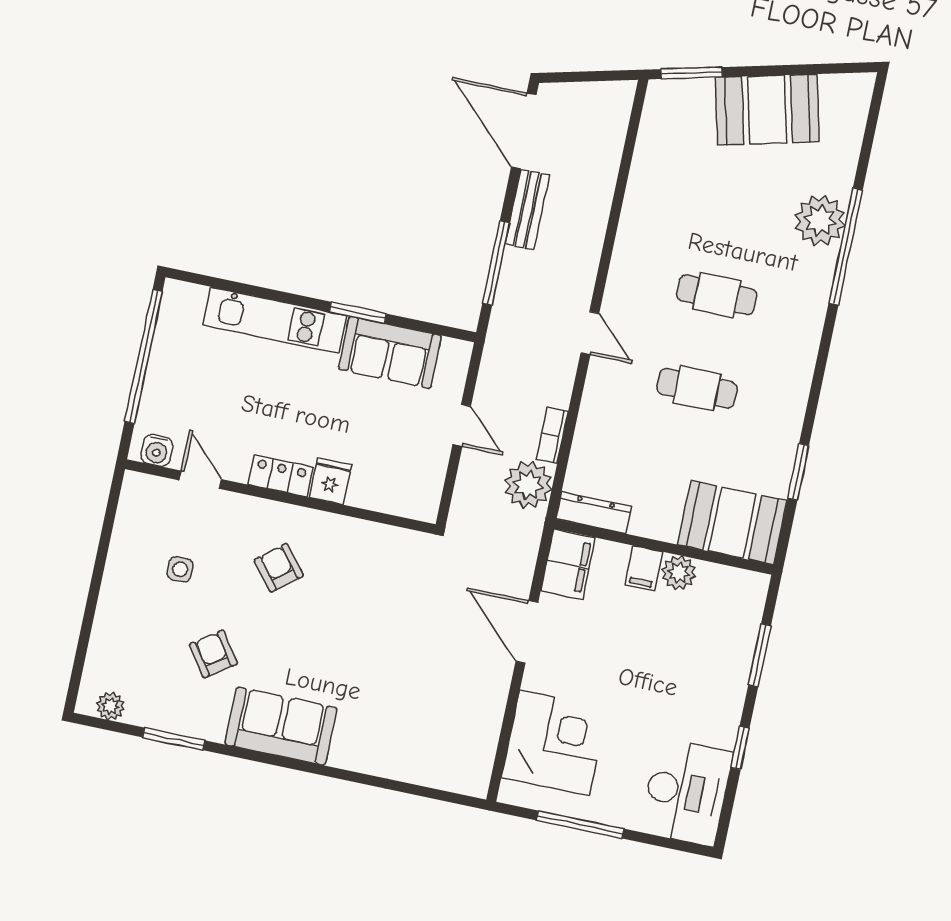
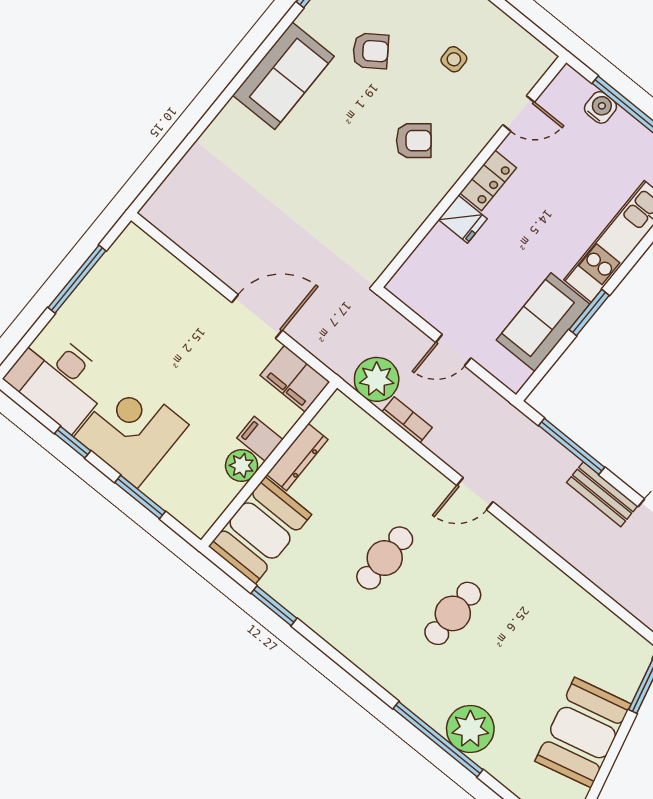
water cooler: (157, 450) -> (600, 107), moved, turned 90
dresser: (594, 513) -> (297, 457), moved
corner desk: (554, 743) -> (131, 431), moved, turned 180

